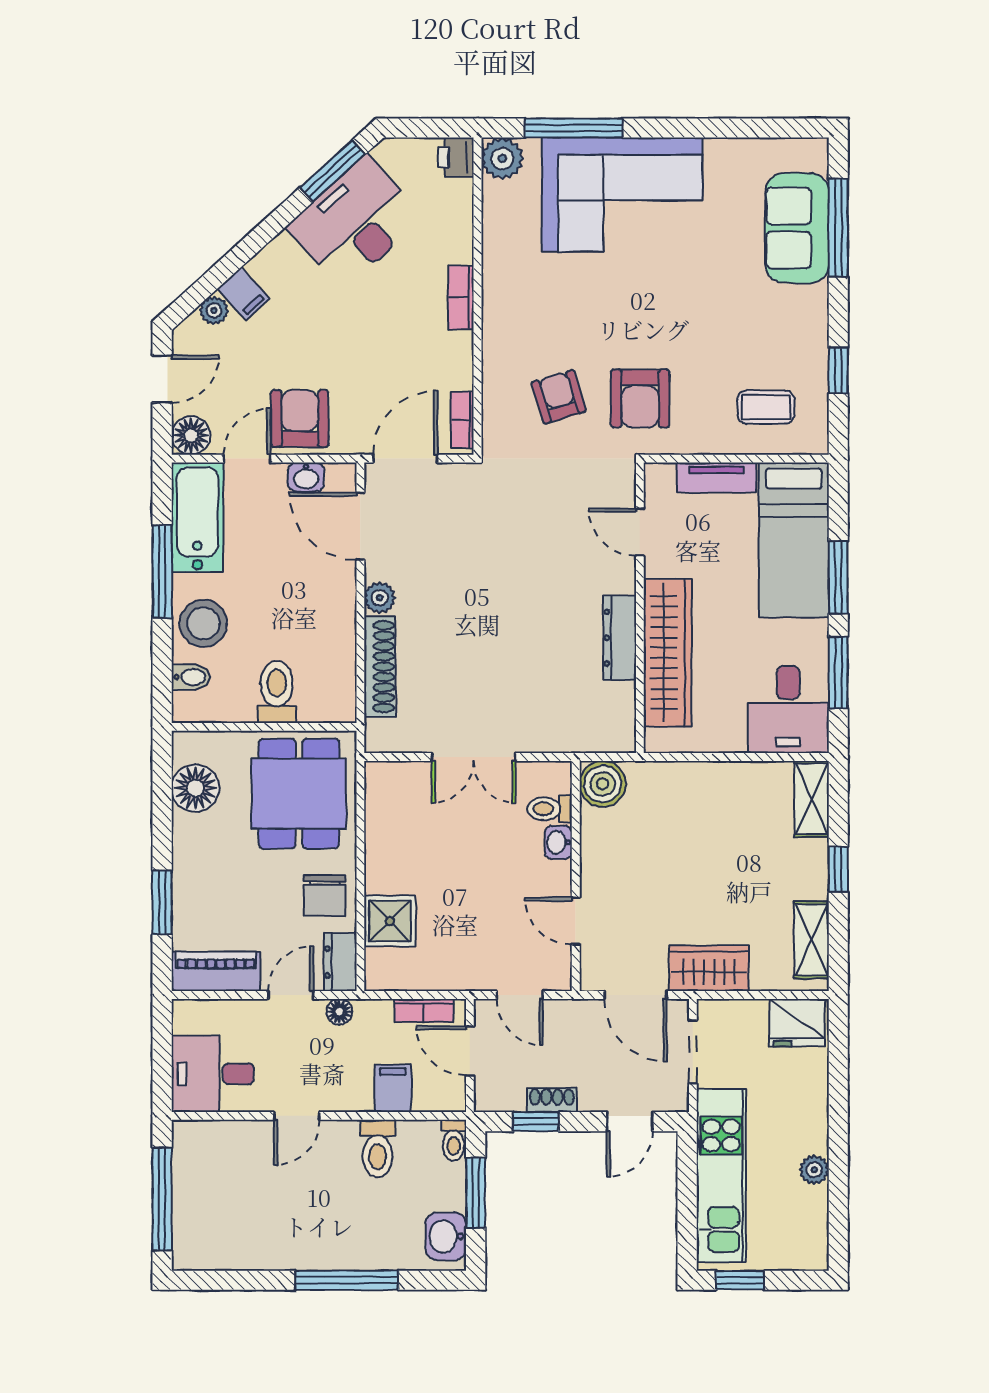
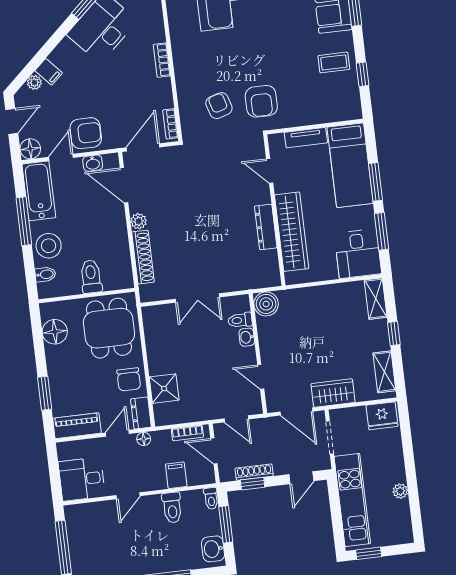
coffee table: (766, 407) -> (334, 62), moved
armchair: (300, 418) -> (86, 133), turned 90
shoe rack: (552, 1100) -> (254, 472), width x1.43

